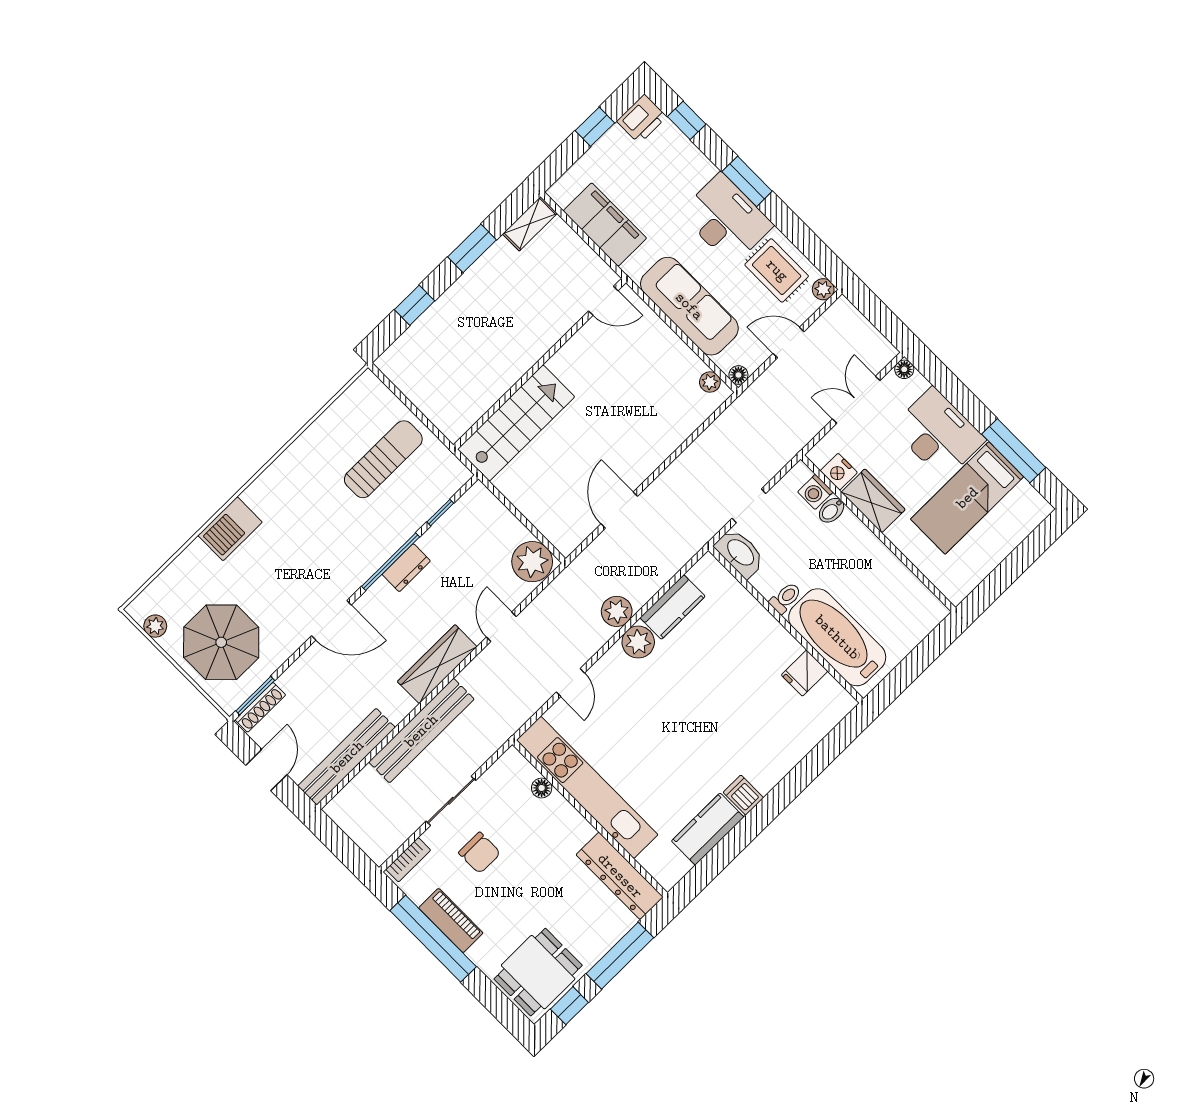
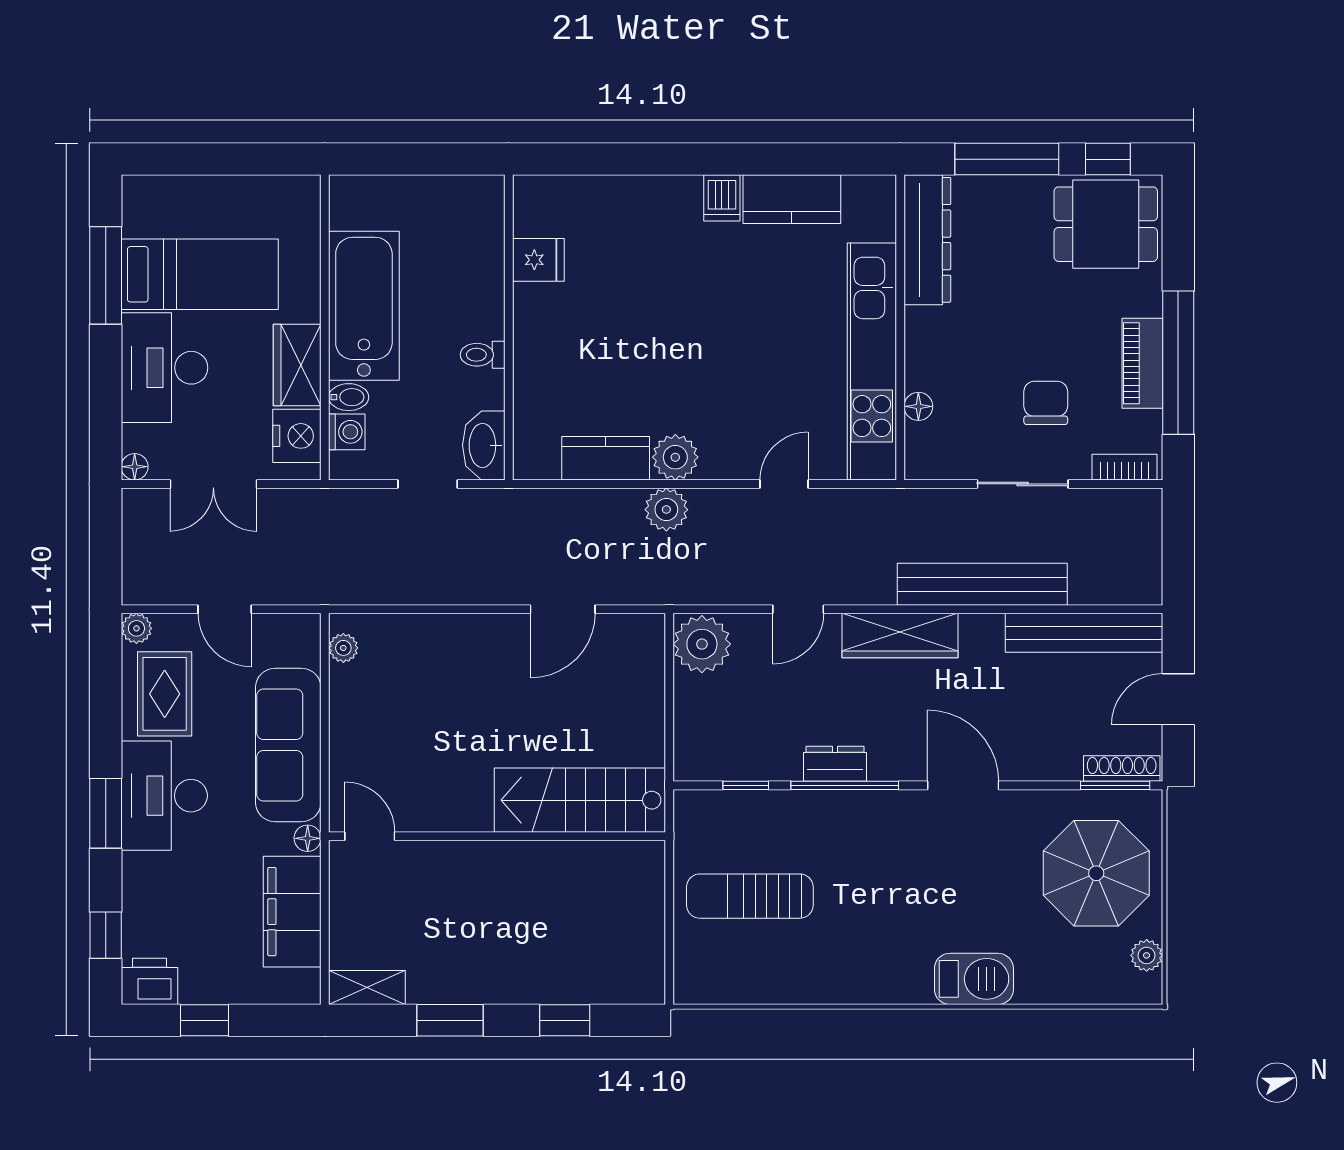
floor lamp: (738, 375) -> (308, 838), moved
nightstand: (839, 472) -> (297, 436), width x1.36, depth x1.33
bathtub: (837, 637) -> (364, 306), moved, turned 180

